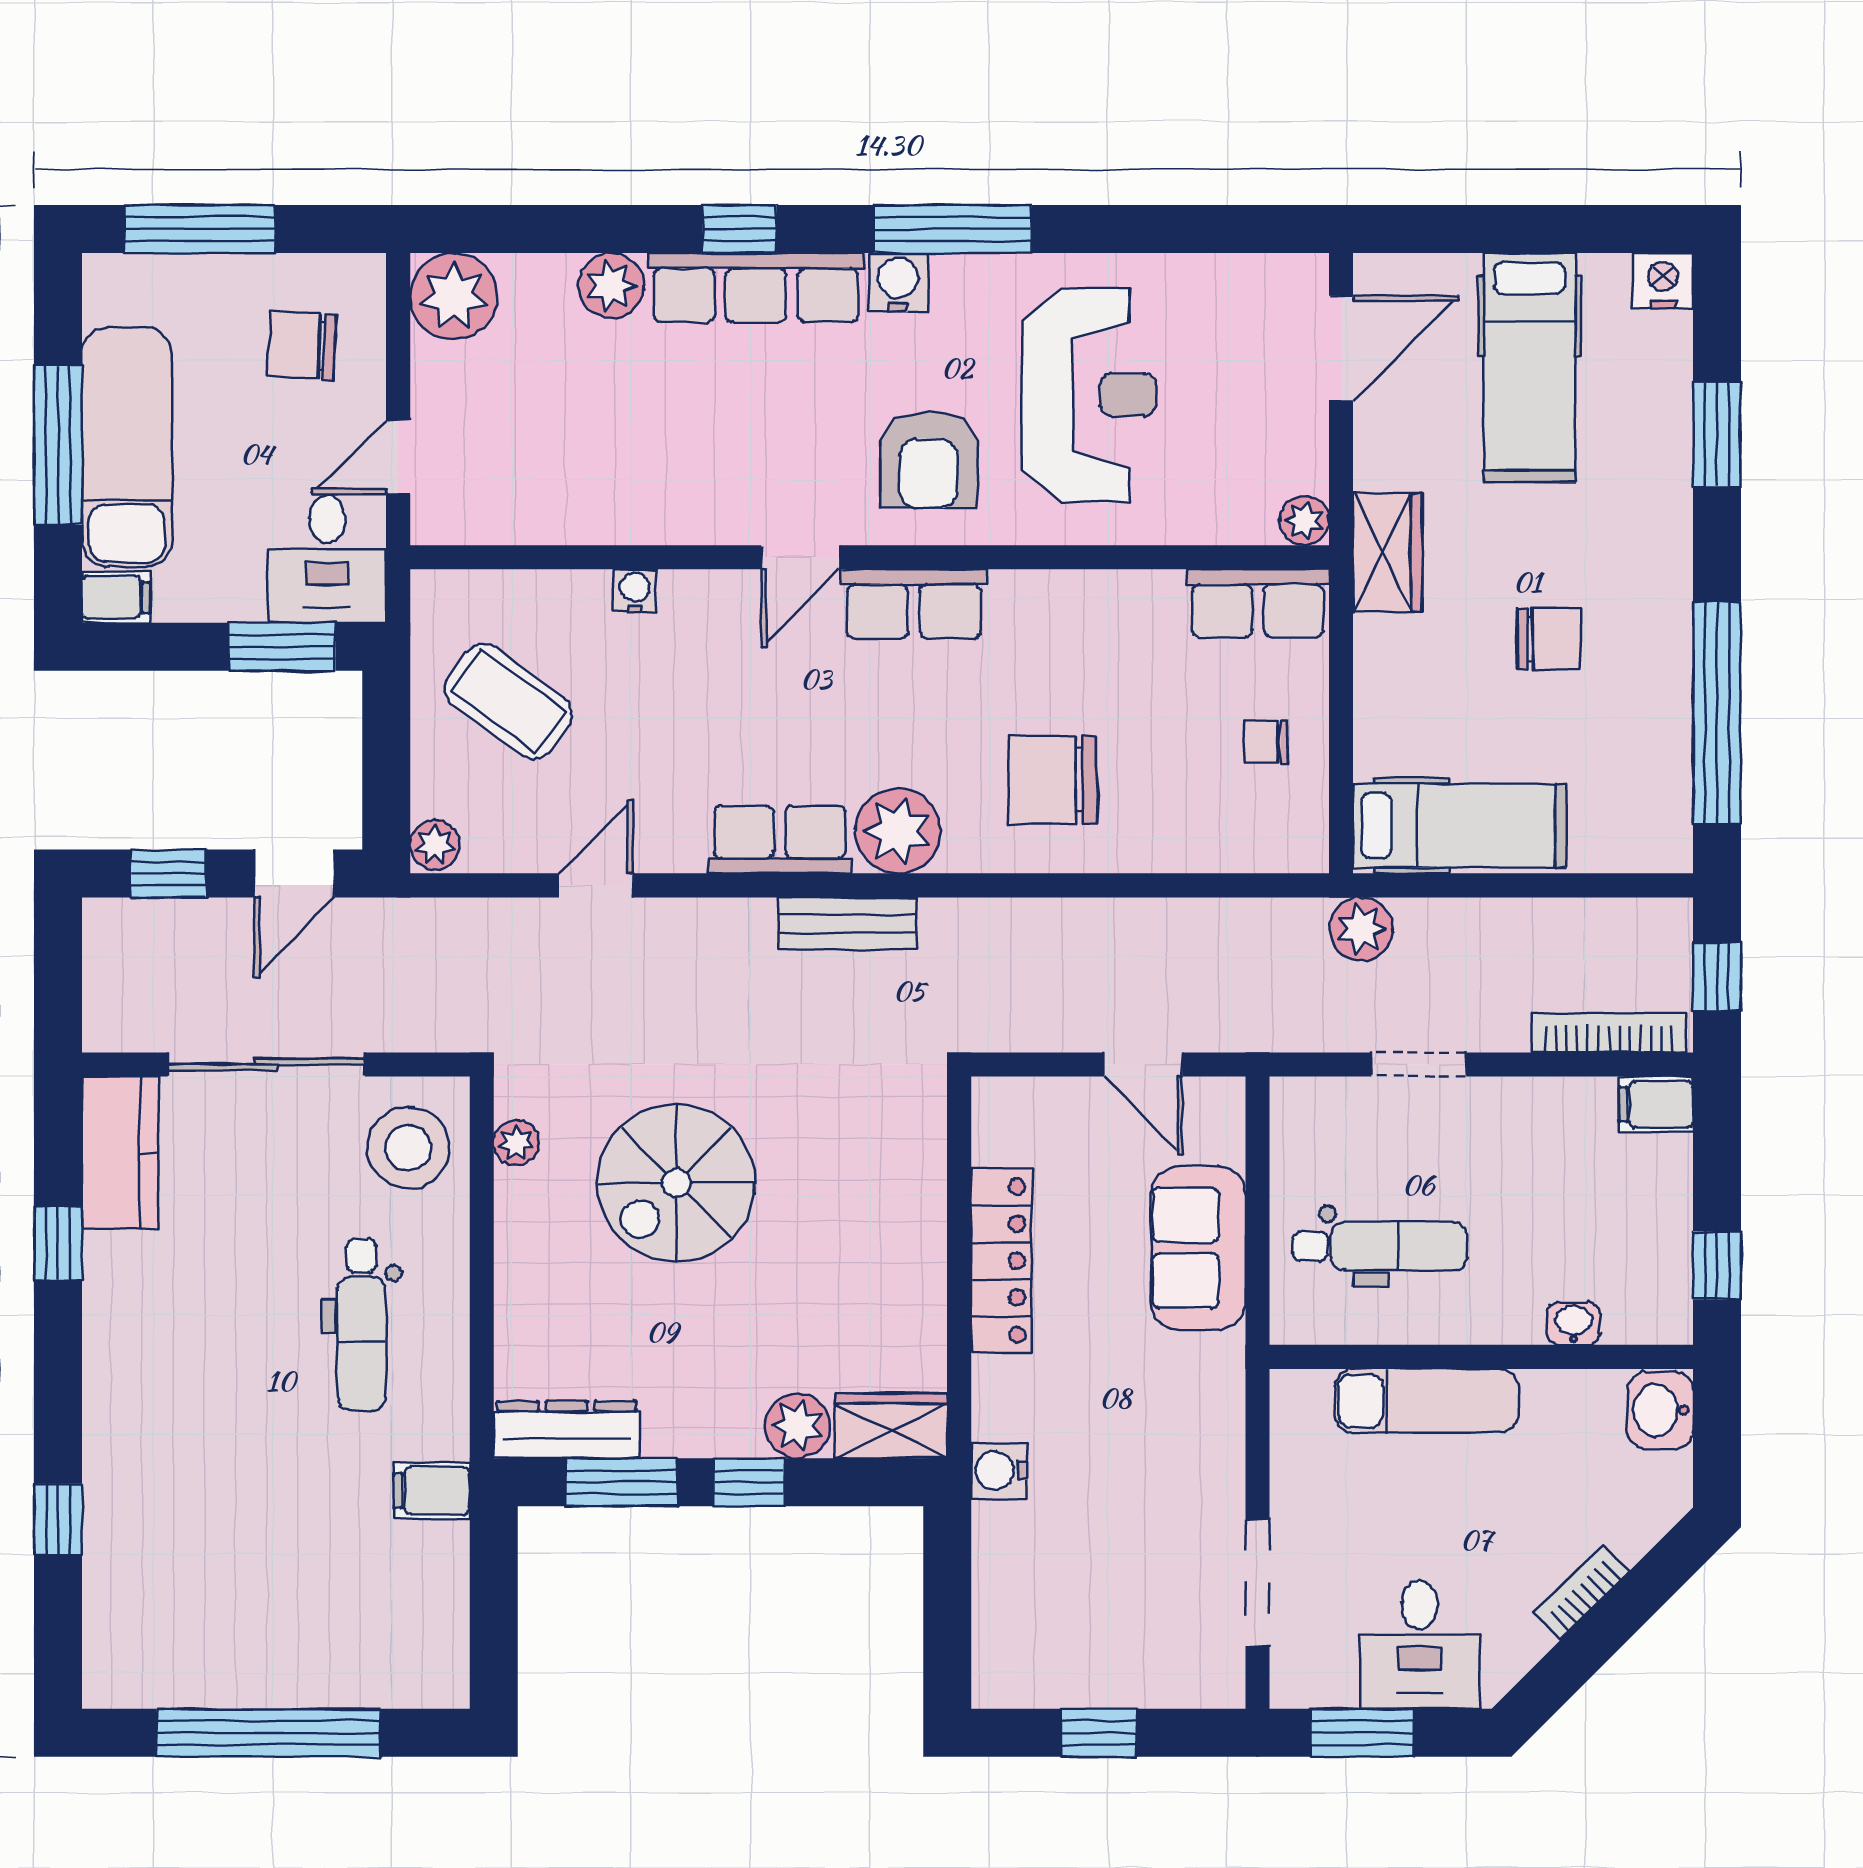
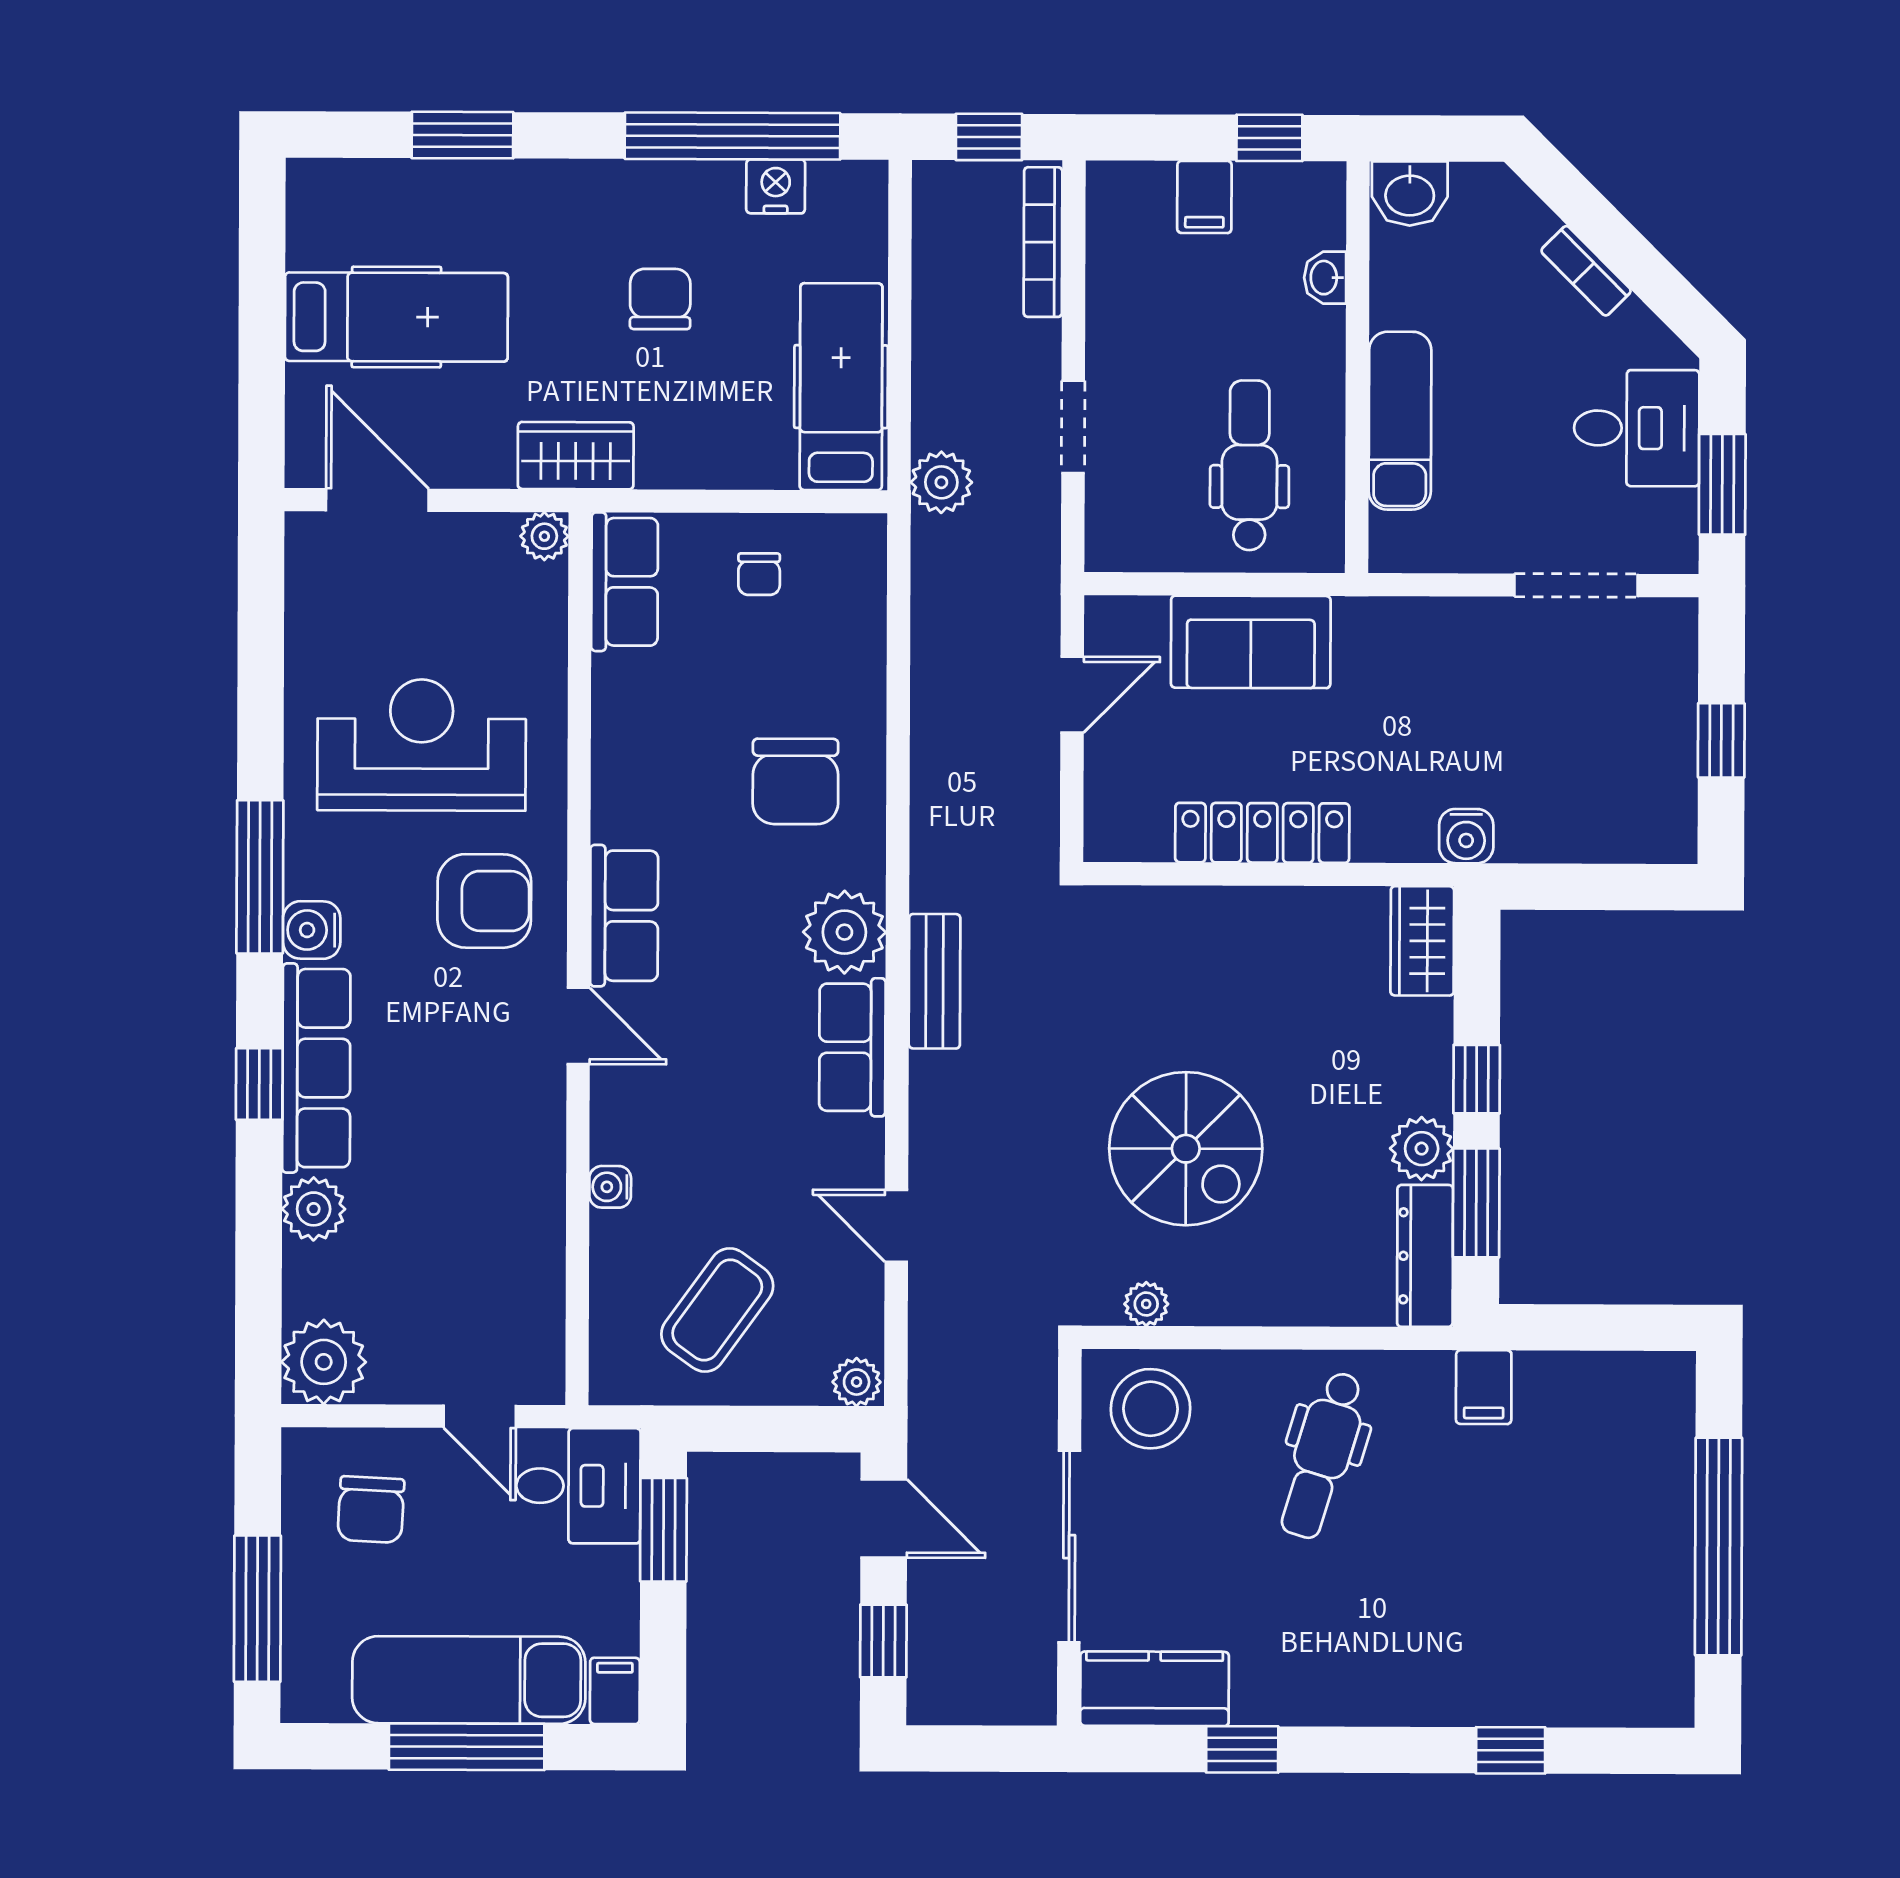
nightstand: (1663, 281) -> (776, 186), moved, turned 90
filing cabinet: (1656, 1104) -> (1204, 197), moved
dental chair: (361, 1325) -> (1322, 1455), turned 107
plant: (798, 1426) -> (1422, 1149), moved

